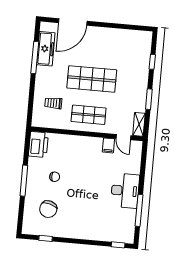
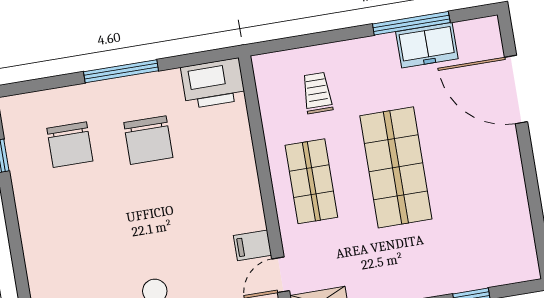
freezer: (46, 49) -> (427, 45), width x0.71
chair: (55, 177) -> (148, 140), width x1.87, depth x1.87
chair: (48, 209) -> (70, 145), turned -105

